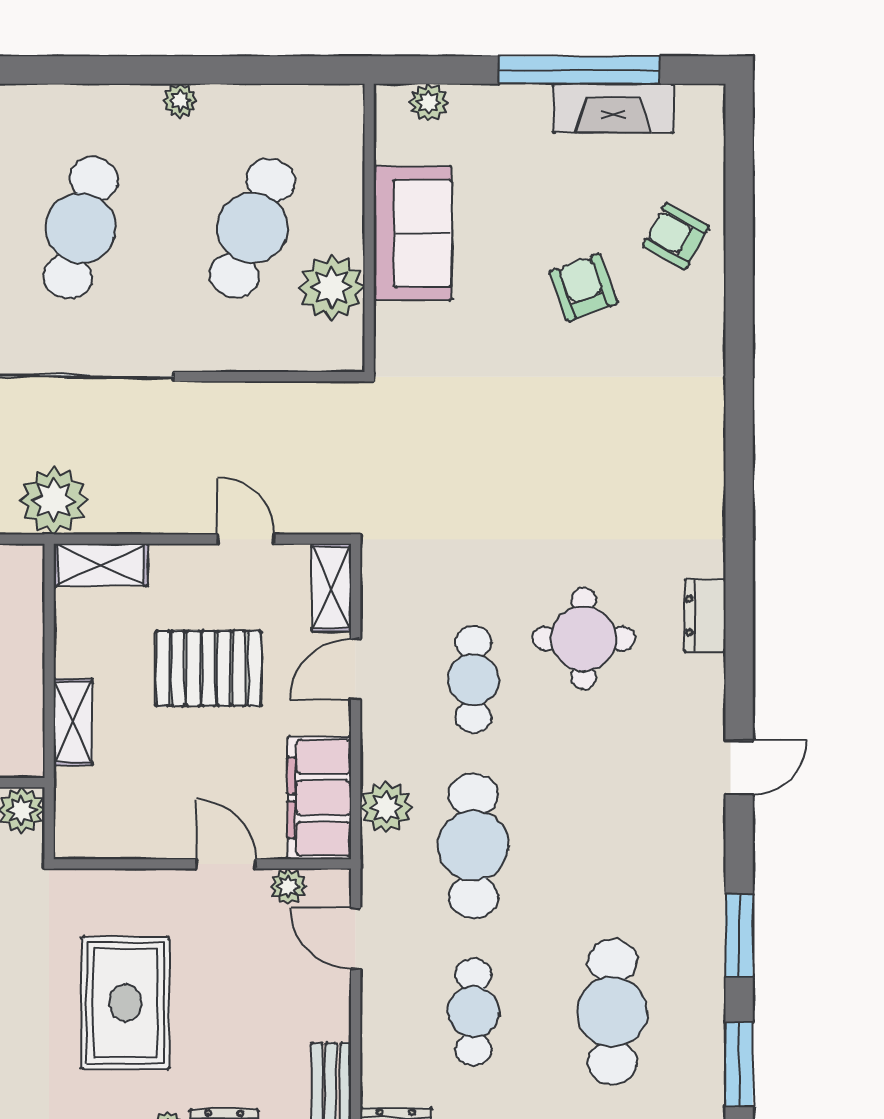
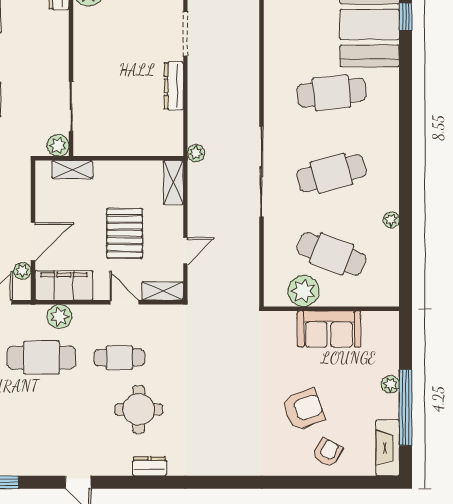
plant: (429, 102) -> (390, 384), moved
fireplace: (613, 108) -> (388, 448), moved
cafe table: (81, 228) -> (331, 173), turned -30
armchair: (583, 287) -> (304, 409), width x1.38, depth x1.38
plant: (54, 501) -> (196, 153), width x0.53, depth x0.53
shelving: (73, 722) -> (72, 170), moved
door: (226, 864) -> (33, 242), width x1.38

